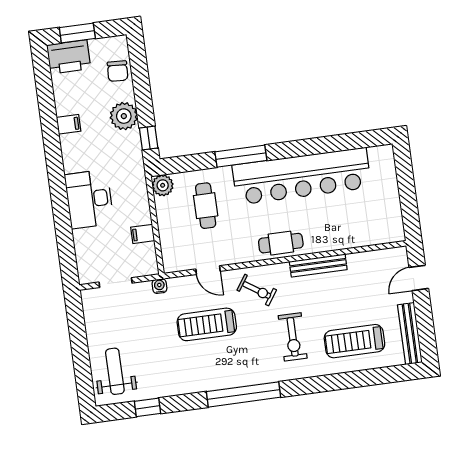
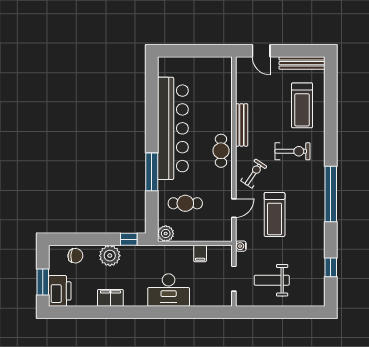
filing cabinet: (69, 124) -> (110, 298), width x2.00
weight bench: (115, 371) -> (272, 280), moved

